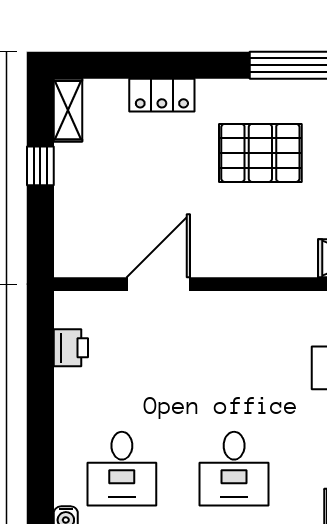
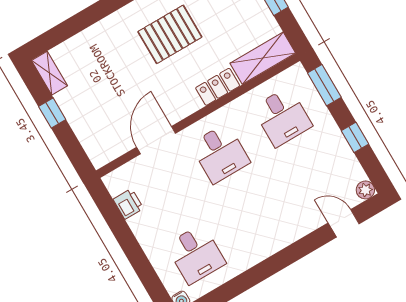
locker: (162, 95) -> (218, 87), moved, turned 180
desk: (234, 469) -> (220, 153), moved

